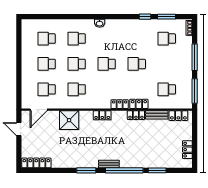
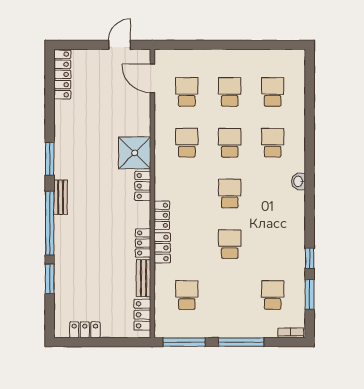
shower: (69, 120) -> (135, 153), moved

